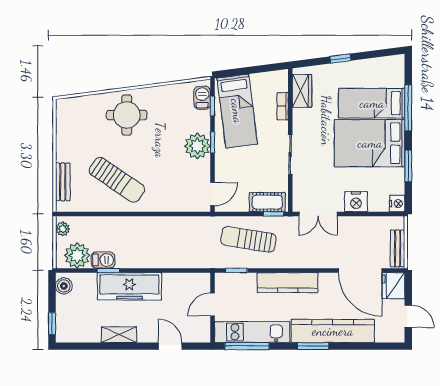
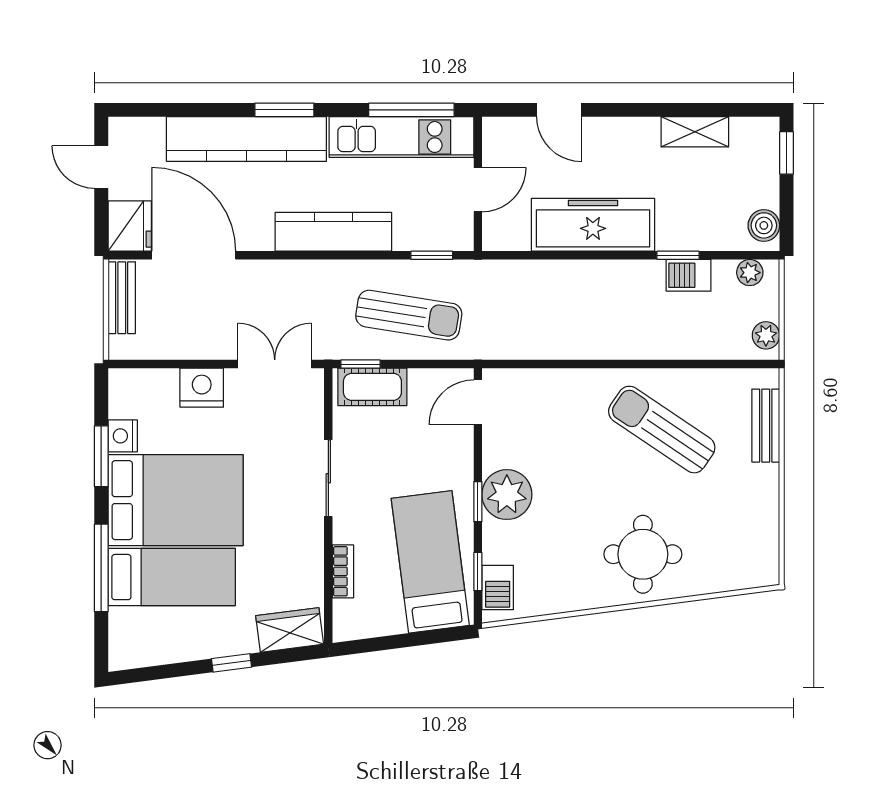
wardrobe: (302, 91) -> (290, 630), moved, turned 83
nightstand: (397, 204) -> (123, 436), moved
plant: (77, 255) -> (750, 273), width x0.53, depth x0.53
freezer: (129, 286) -> (593, 225), moved
shelving: (119, 335) -> (695, 132), moved

